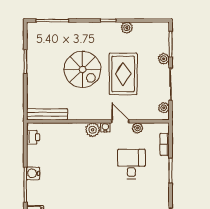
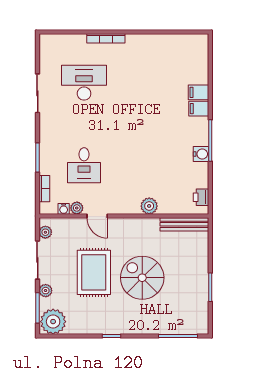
plant: (127, 28) -> (53, 322), moved, width x1.87, depth x1.87
water cooler: (105, 127) -> (64, 209), moved
plant: (93, 130) -> (149, 206), moved

